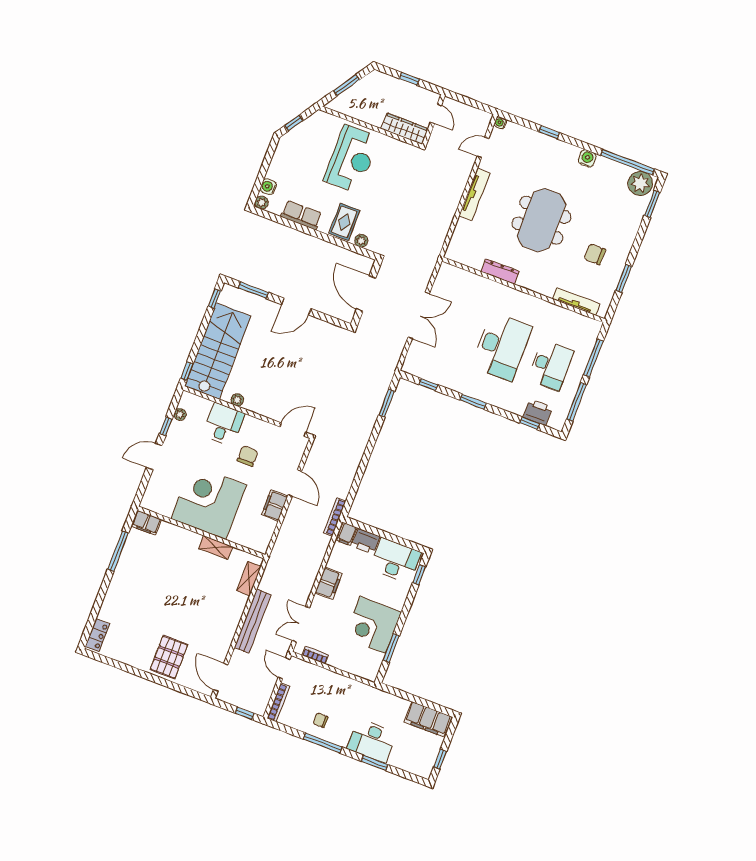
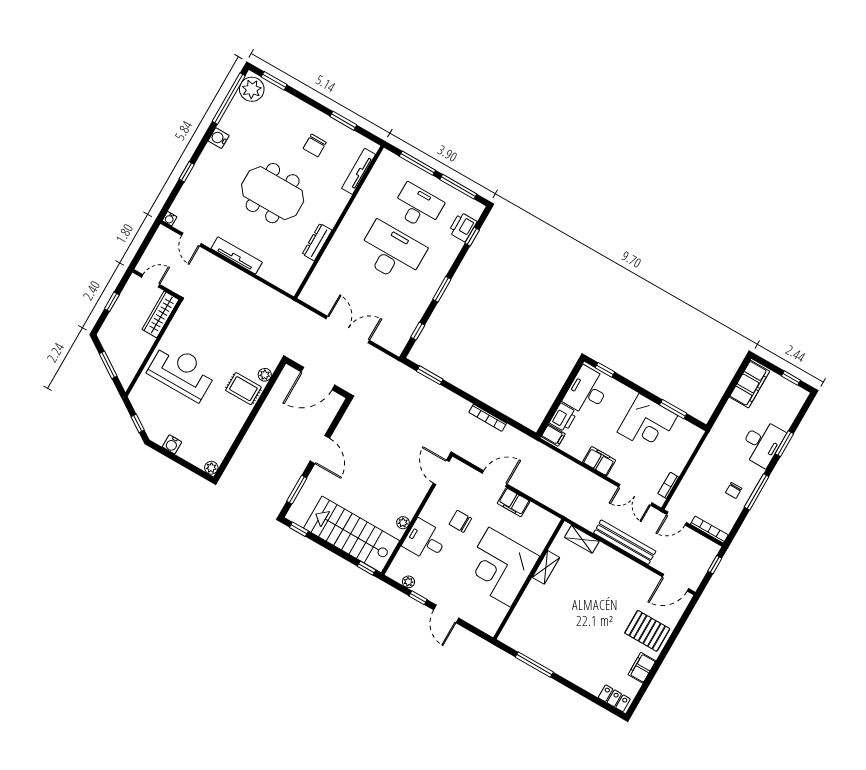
water cooler: (268, 187) -> (172, 444), moved
row of seats: (301, 215) -> (230, 430), removed
bookcase: (335, 517) -> (488, 418), moved
filing cabinet: (146, 523) -> (642, 668), moved, turned 180

